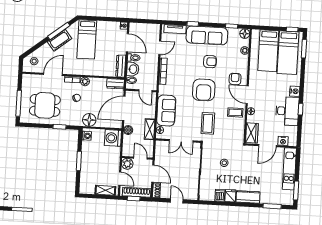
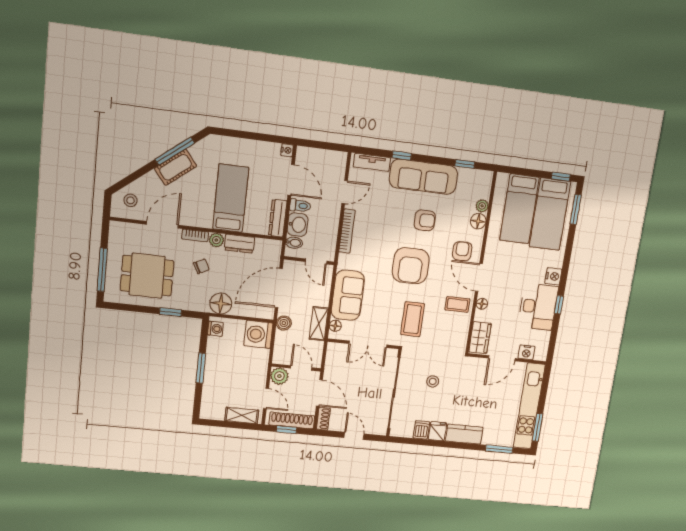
floor lamp: (245, 34) -> (478, 221), moved
bed: (87, 39) -> (231, 198), moved, turned 180
dresser: (115, 84) -> (239, 244), moved
kitchen unit: (289, 169) -> (529, 406), width x1.36

